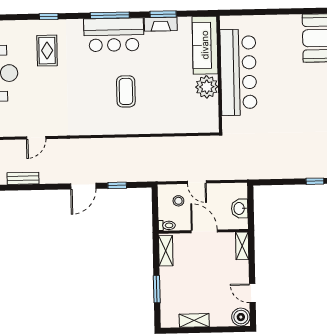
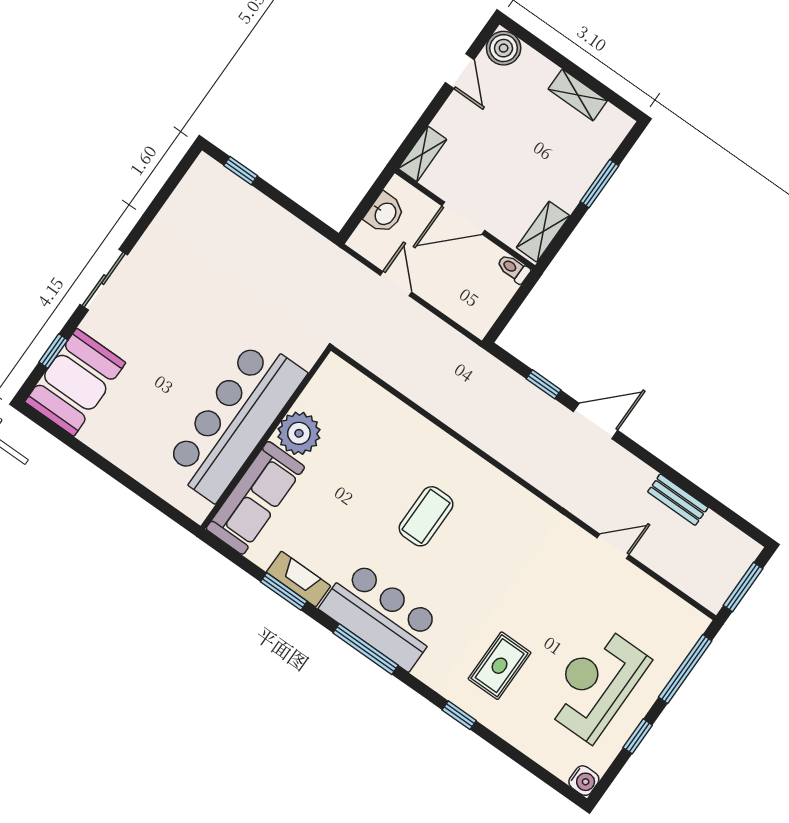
door: (197, 182) -> (396, 284), moved
stool: (178, 201) -> (468, 293), removed
door: (204, 231) -> (463, 218), hinge flipped

